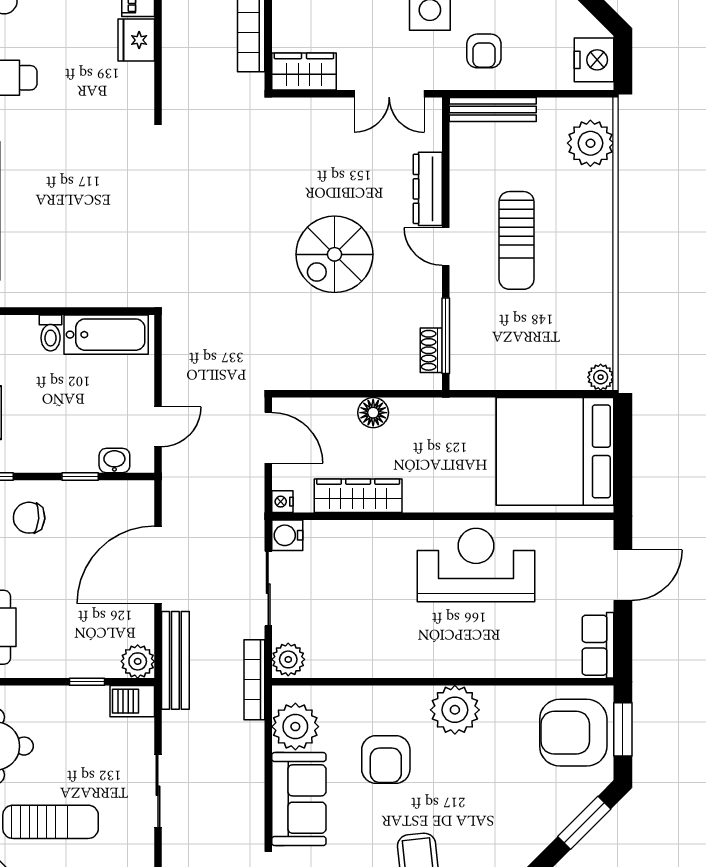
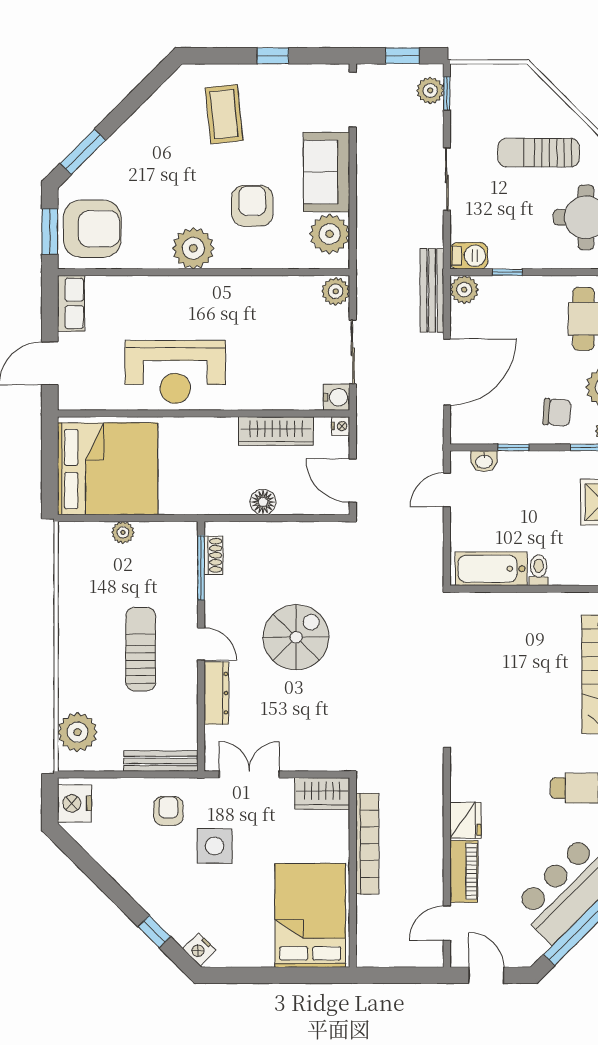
plant: (601, 377) -> (123, 532), moved
bookcase: (254, 680) -> (365, 274), removed

